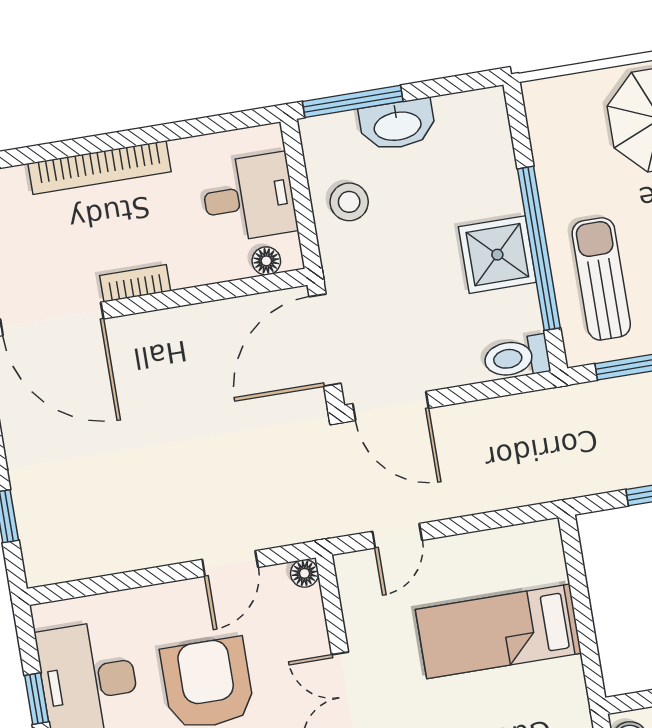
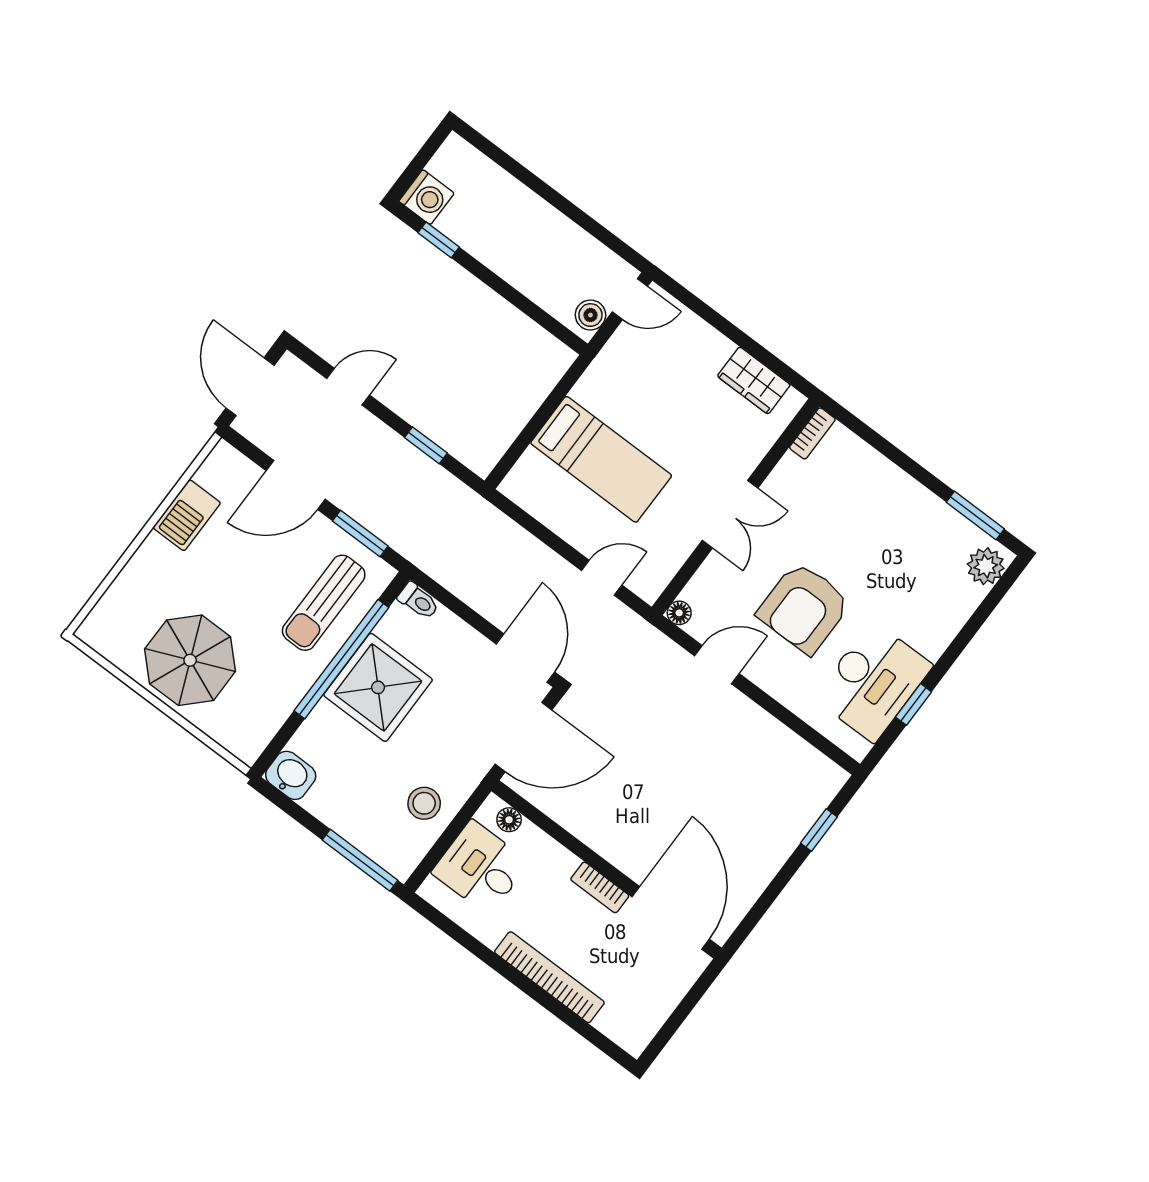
washbasin: (397, 125) -> (291, 775), moved, width x0.72
shower: (497, 255) -> (378, 687), width x1.37, depth x1.37
toilet: (517, 357) -> (418, 601), width x0.73, depth x0.72

